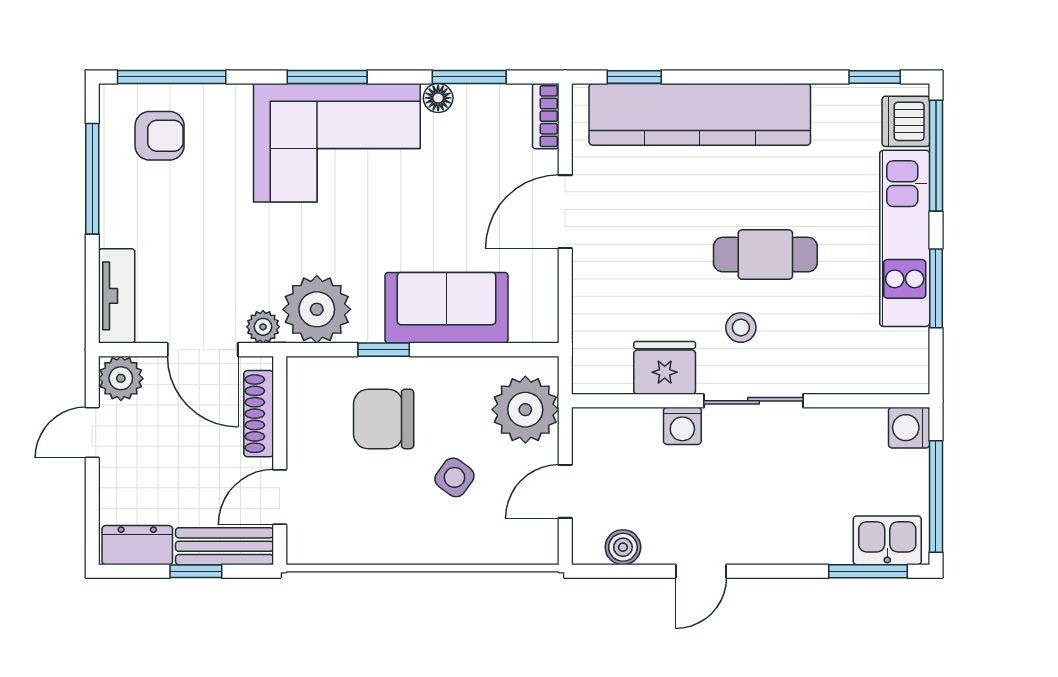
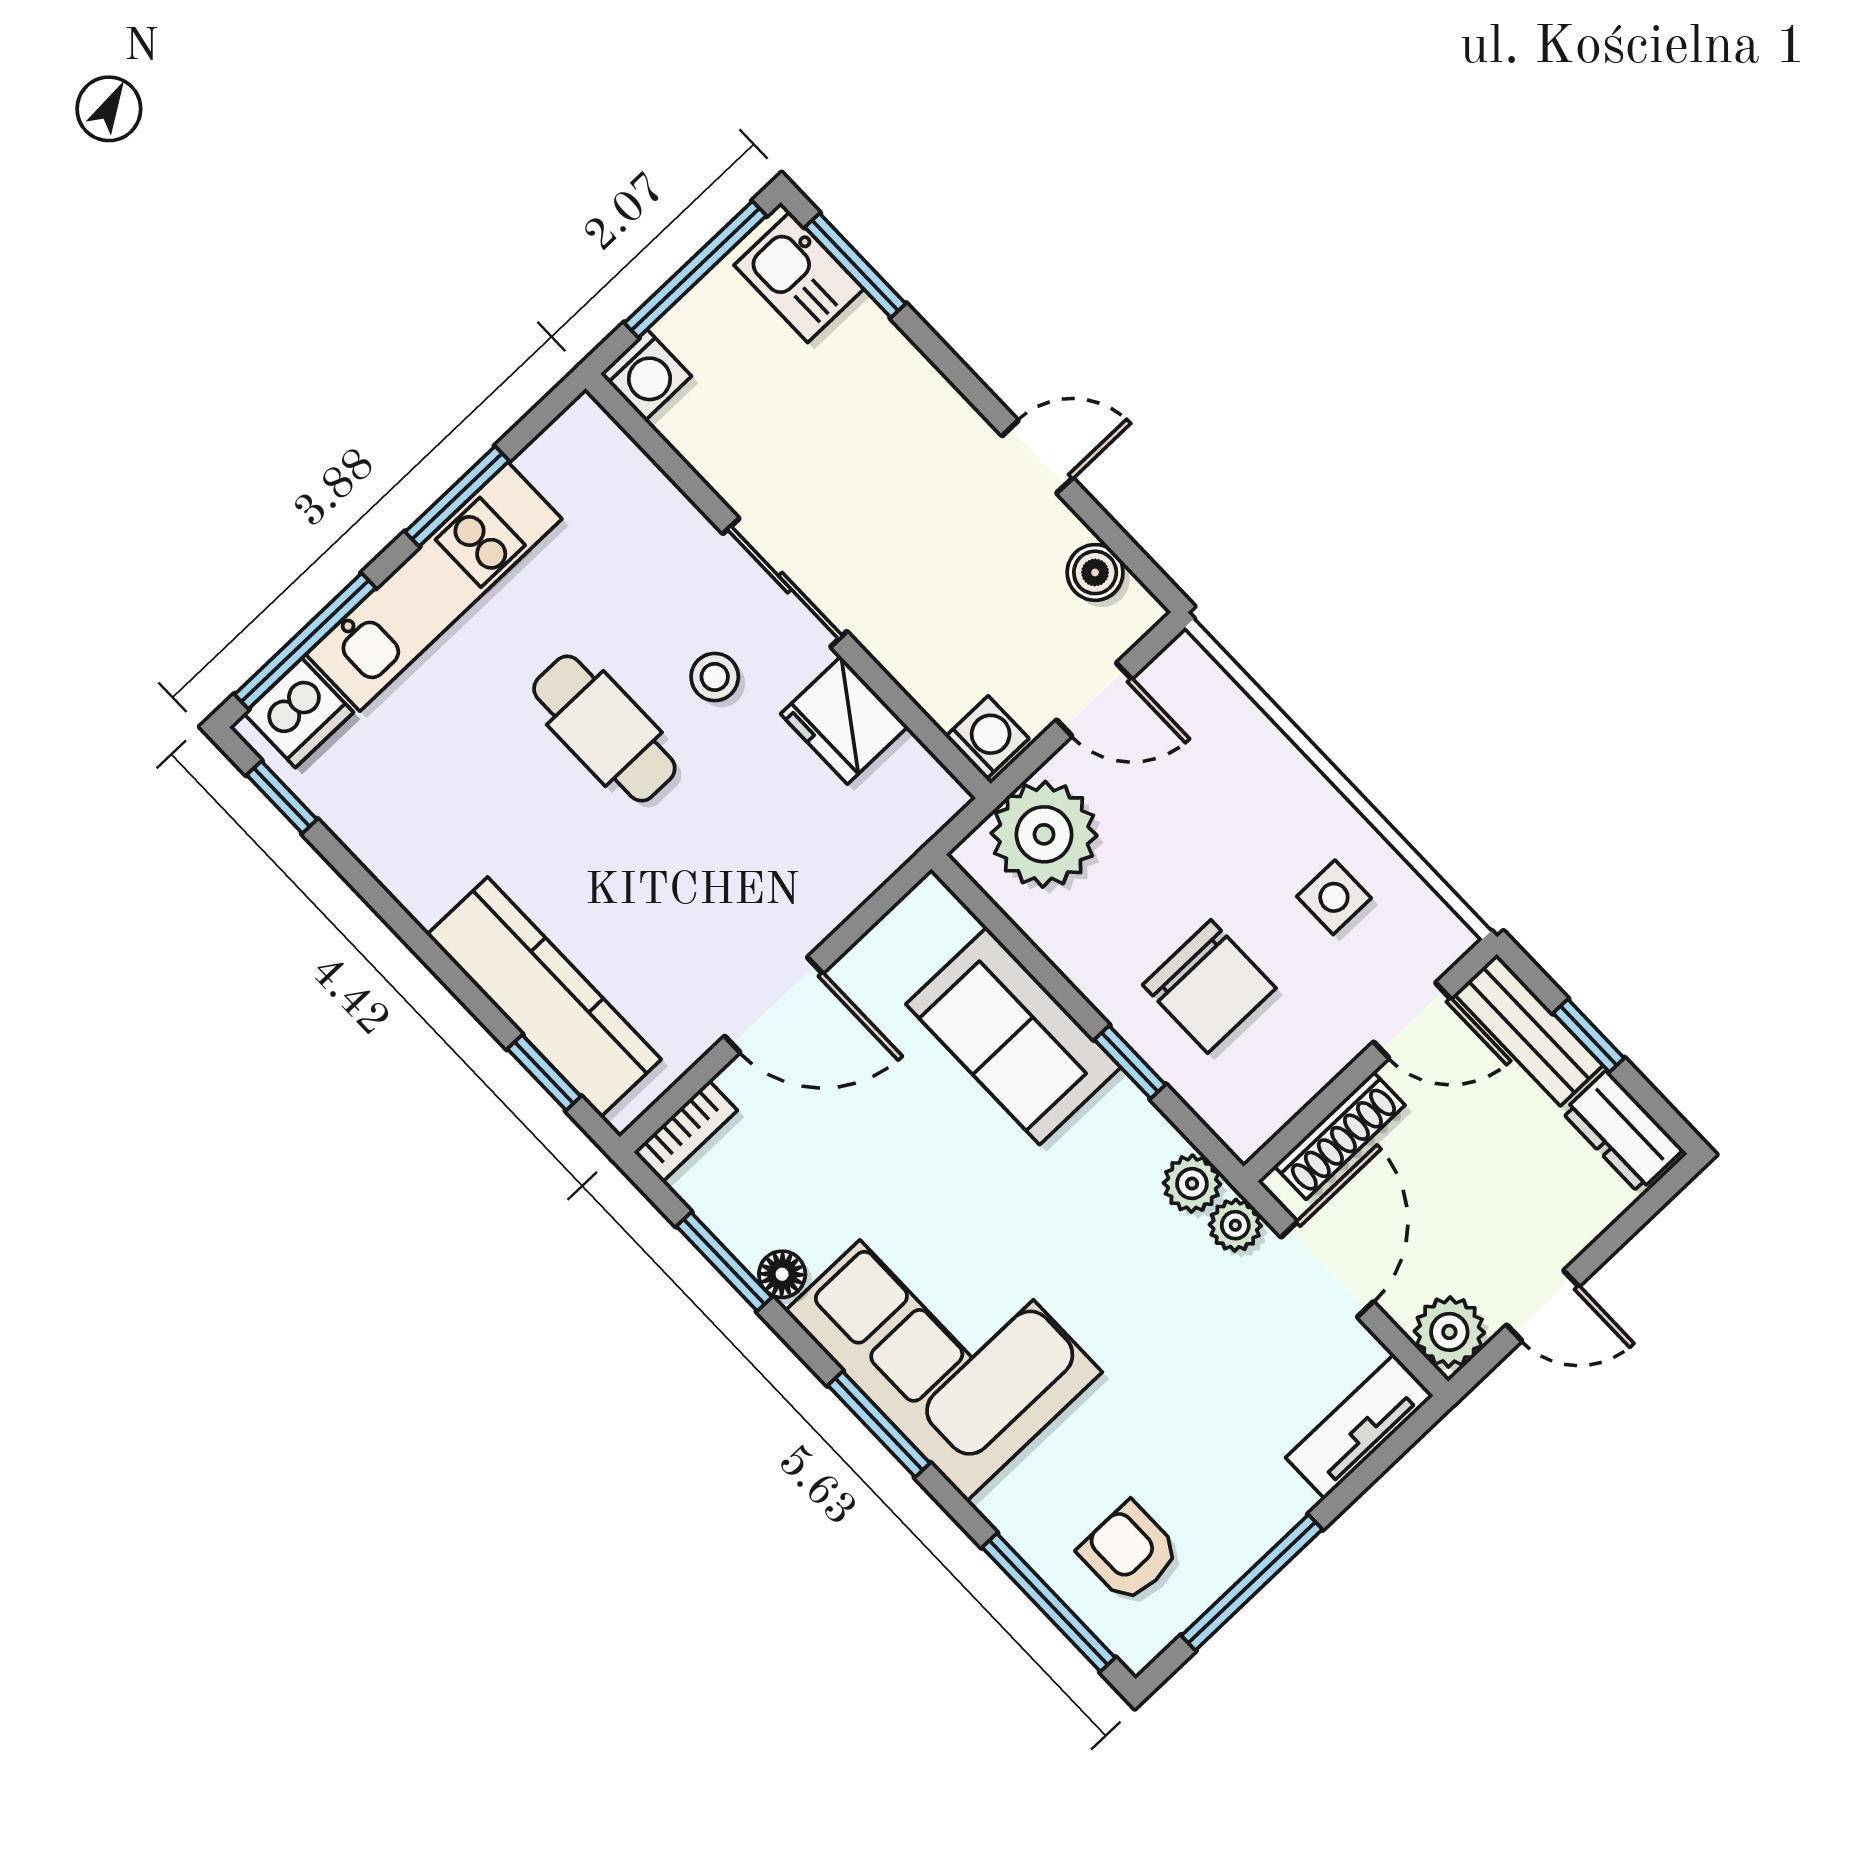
kitchen counter: (700, 114) -> (544, 997), width x0.72, depth x0.86
plant: (317, 309) -> (1192, 1184), width x0.53, depth x0.53
washing machine: (682, 426) -> (987, 737), moved
side table: (454, 477) -> (1334, 897), moved, turned -36

